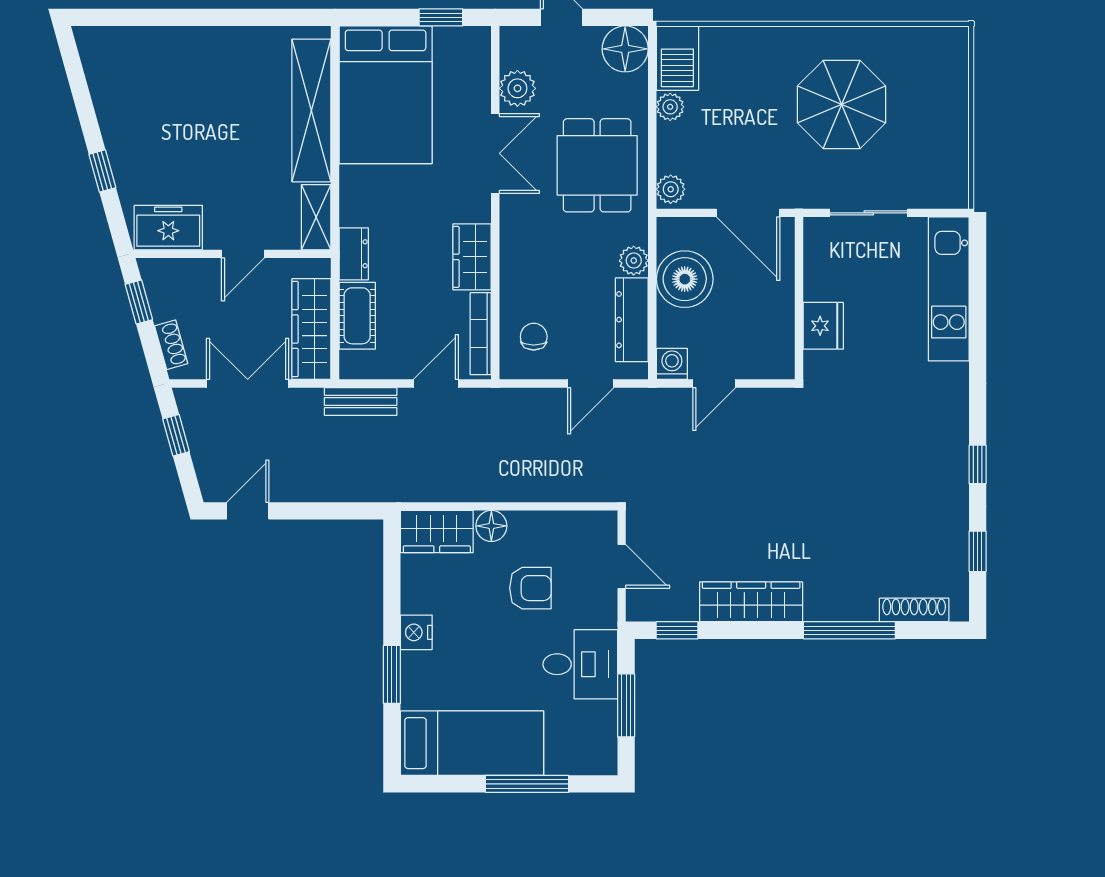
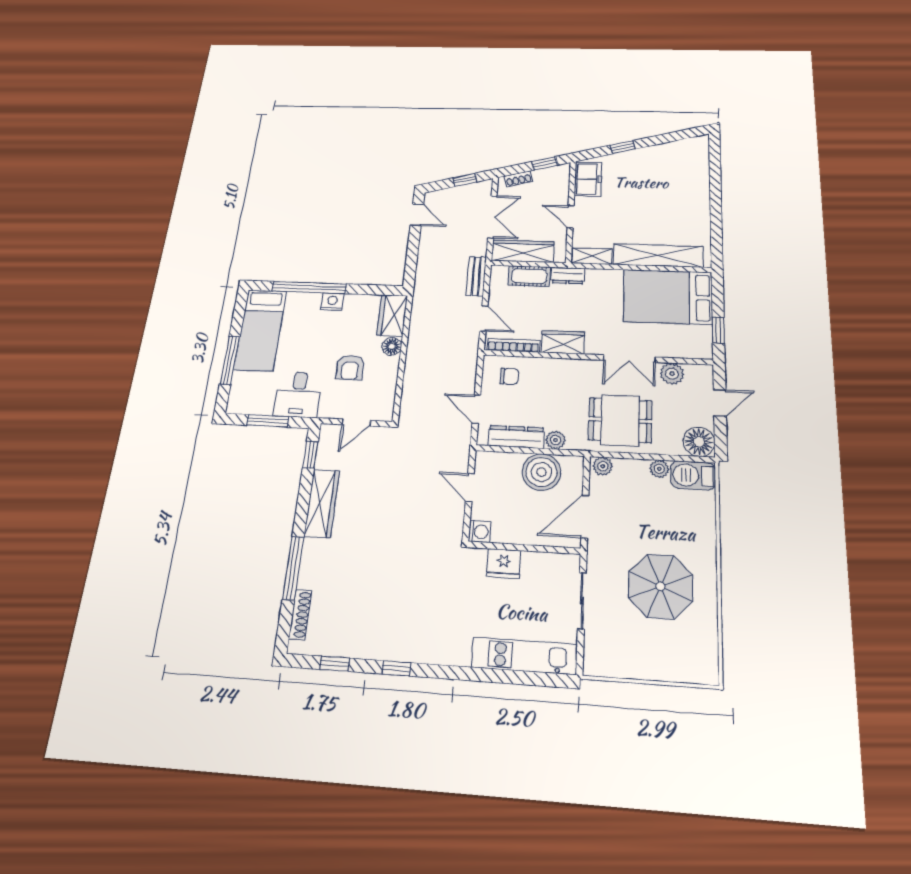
washing machine: (672, 364) -> (480, 532), moved
window: (392, 674) -> (309, 288), width x2.11

